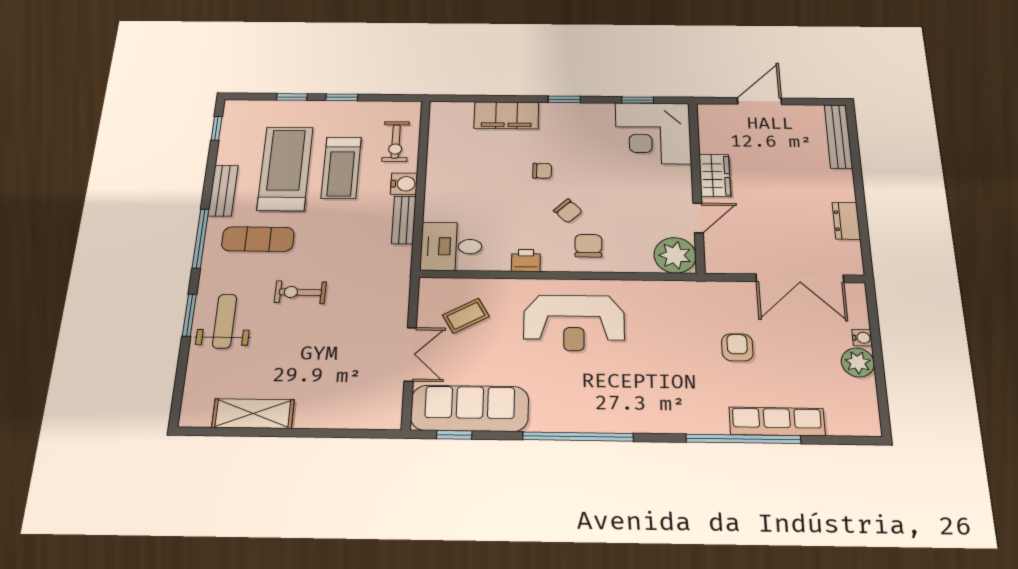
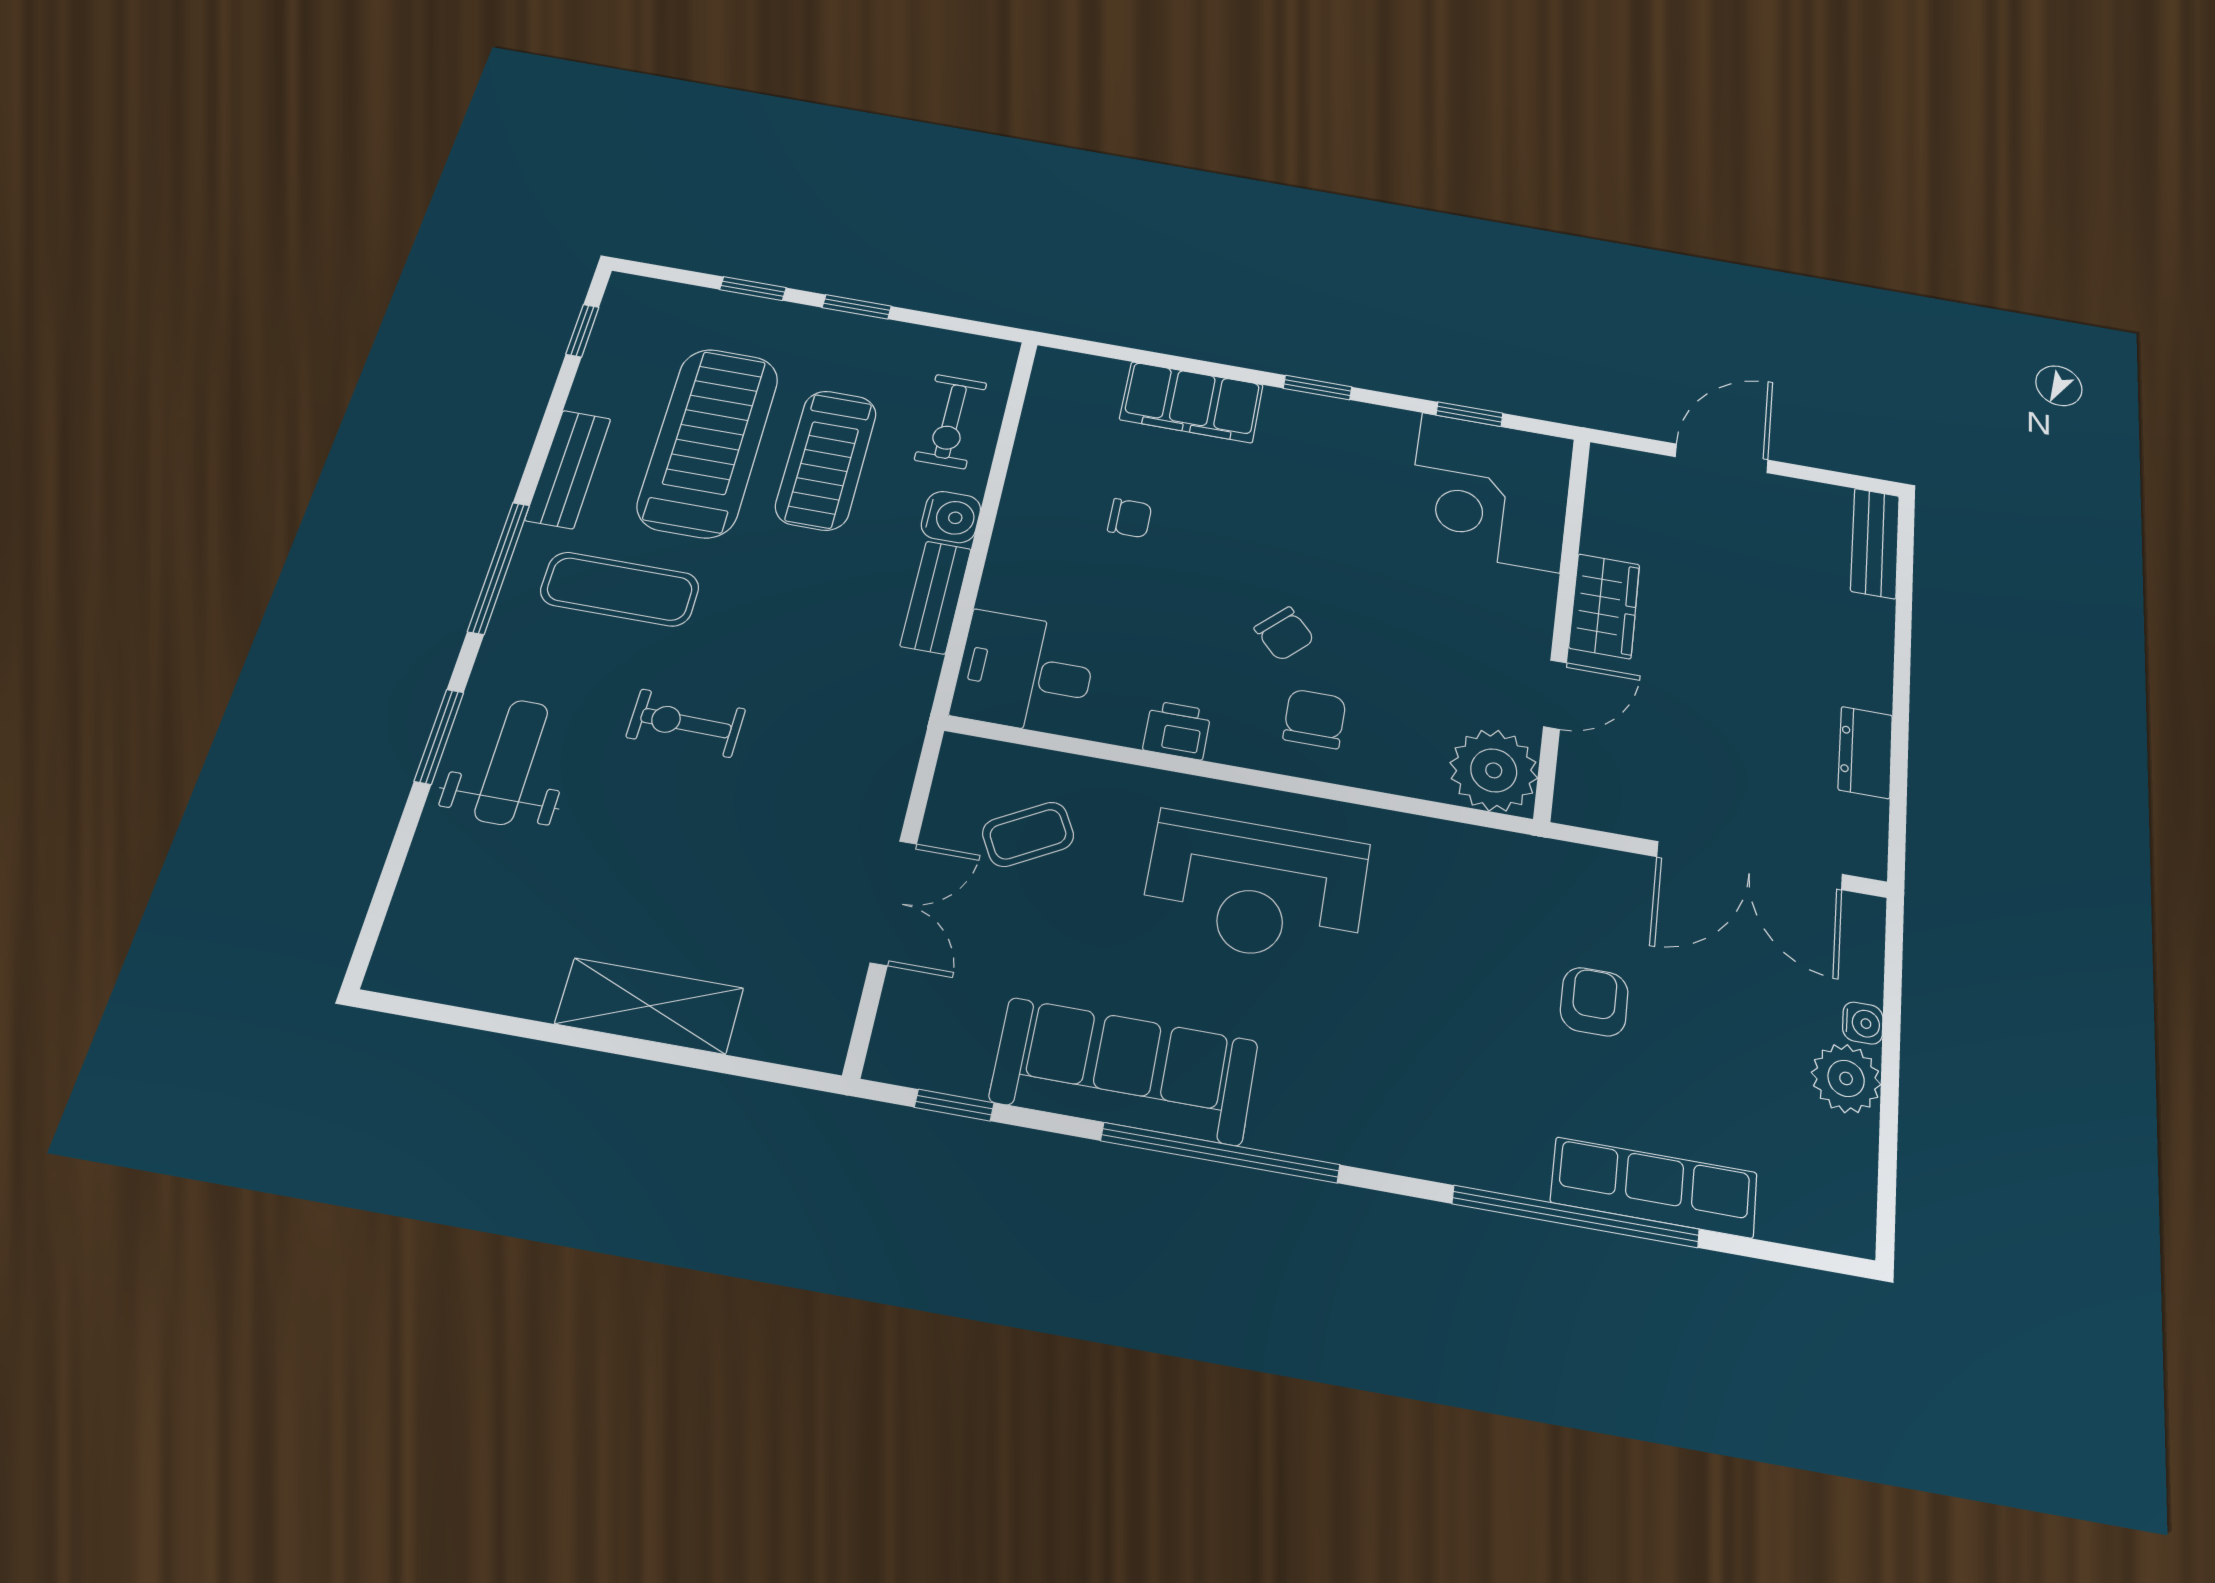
bench: (838, 136) -> (1875, 543), width x0.73
chair: (542, 171) -> (1130, 518), moved
sofa: (470, 408) -> (1124, 1071), moved
shelving: (253, 414) -> (649, 1006), moved

